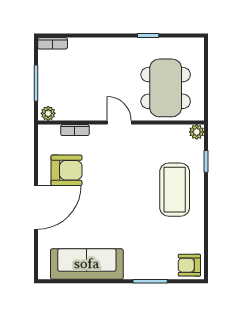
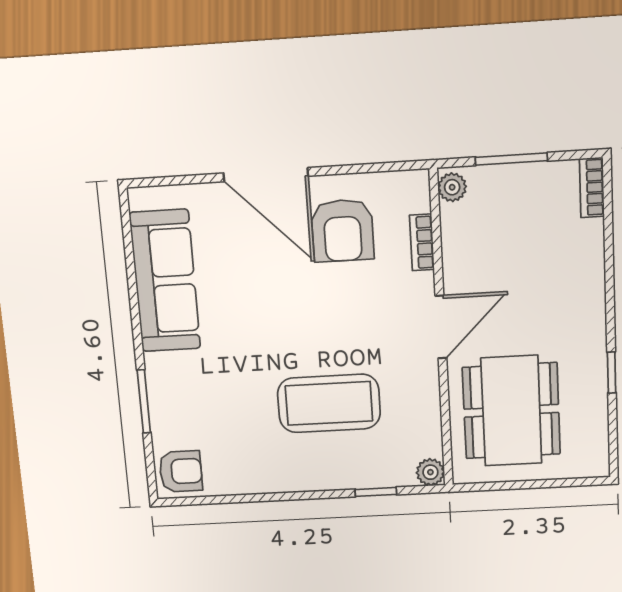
dining table: (166, 88) -> (511, 411), turned 90
door: (119, 123) -> (441, 327), width x1.38
coffee table: (175, 190) -> (329, 403), moved
armchair: (189, 265) -> (181, 471), turned 90

